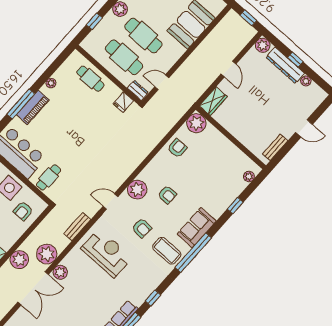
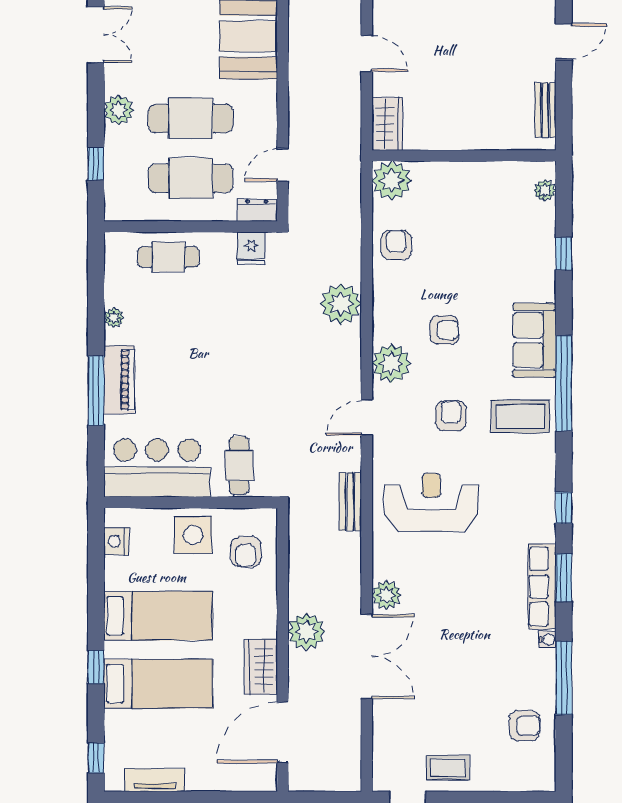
armchair: (142, 228) -> (451, 416), turned -94
plant: (47, 254) -> (341, 304), moved

